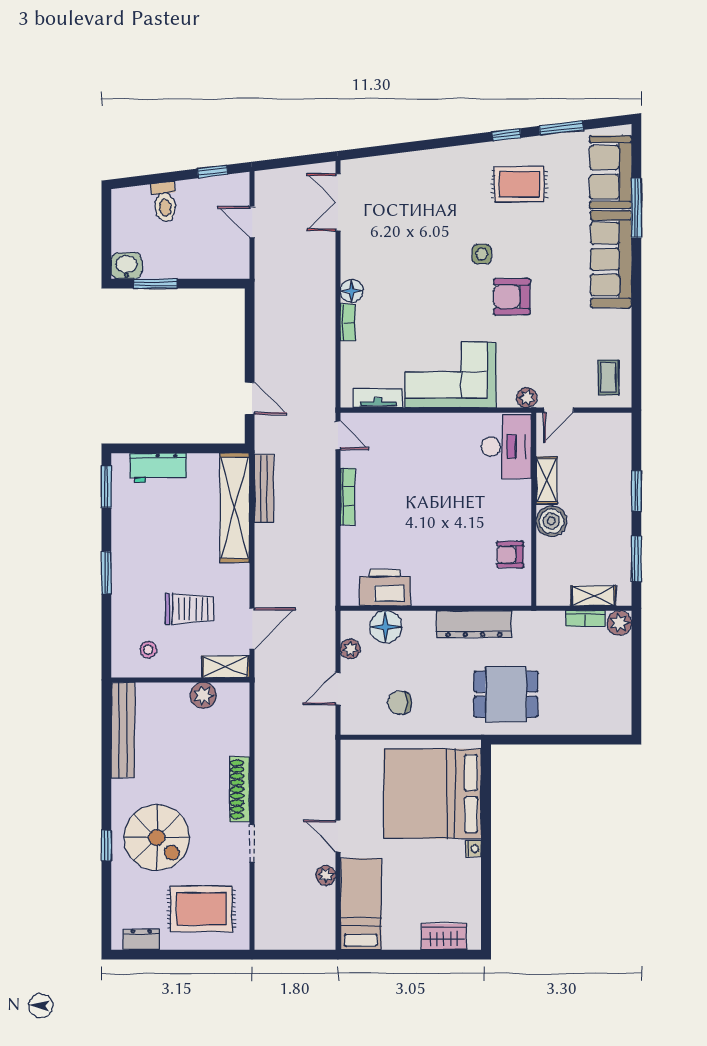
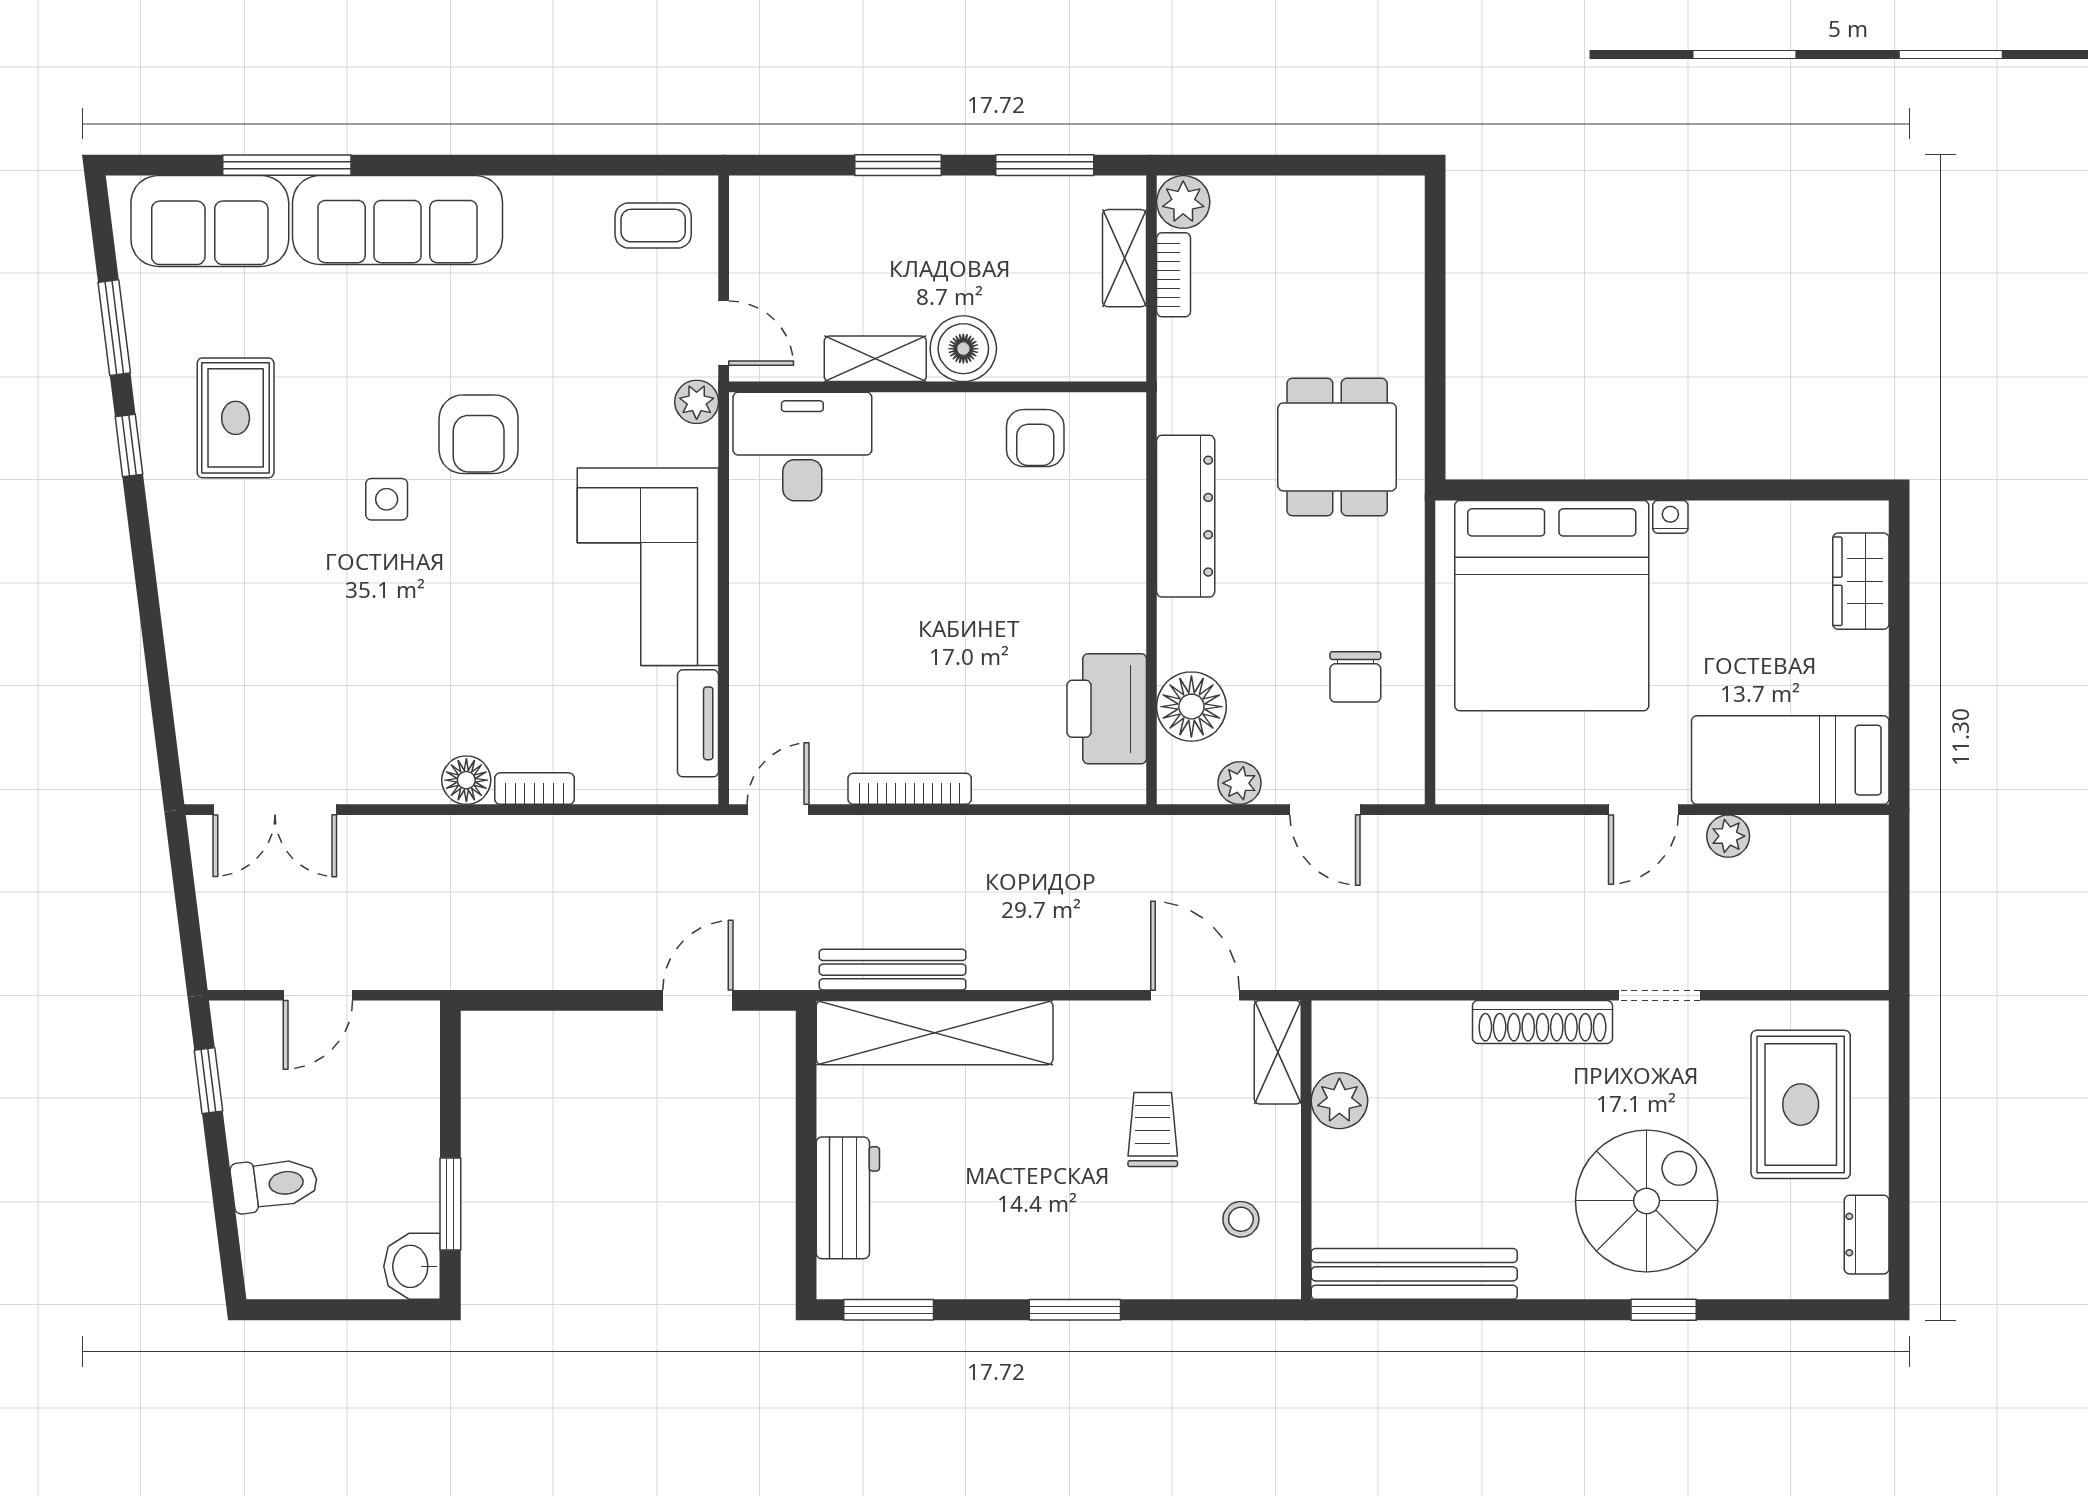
trolley: (190, 609) -> (1153, 1129), width x0.73, depth x0.72

